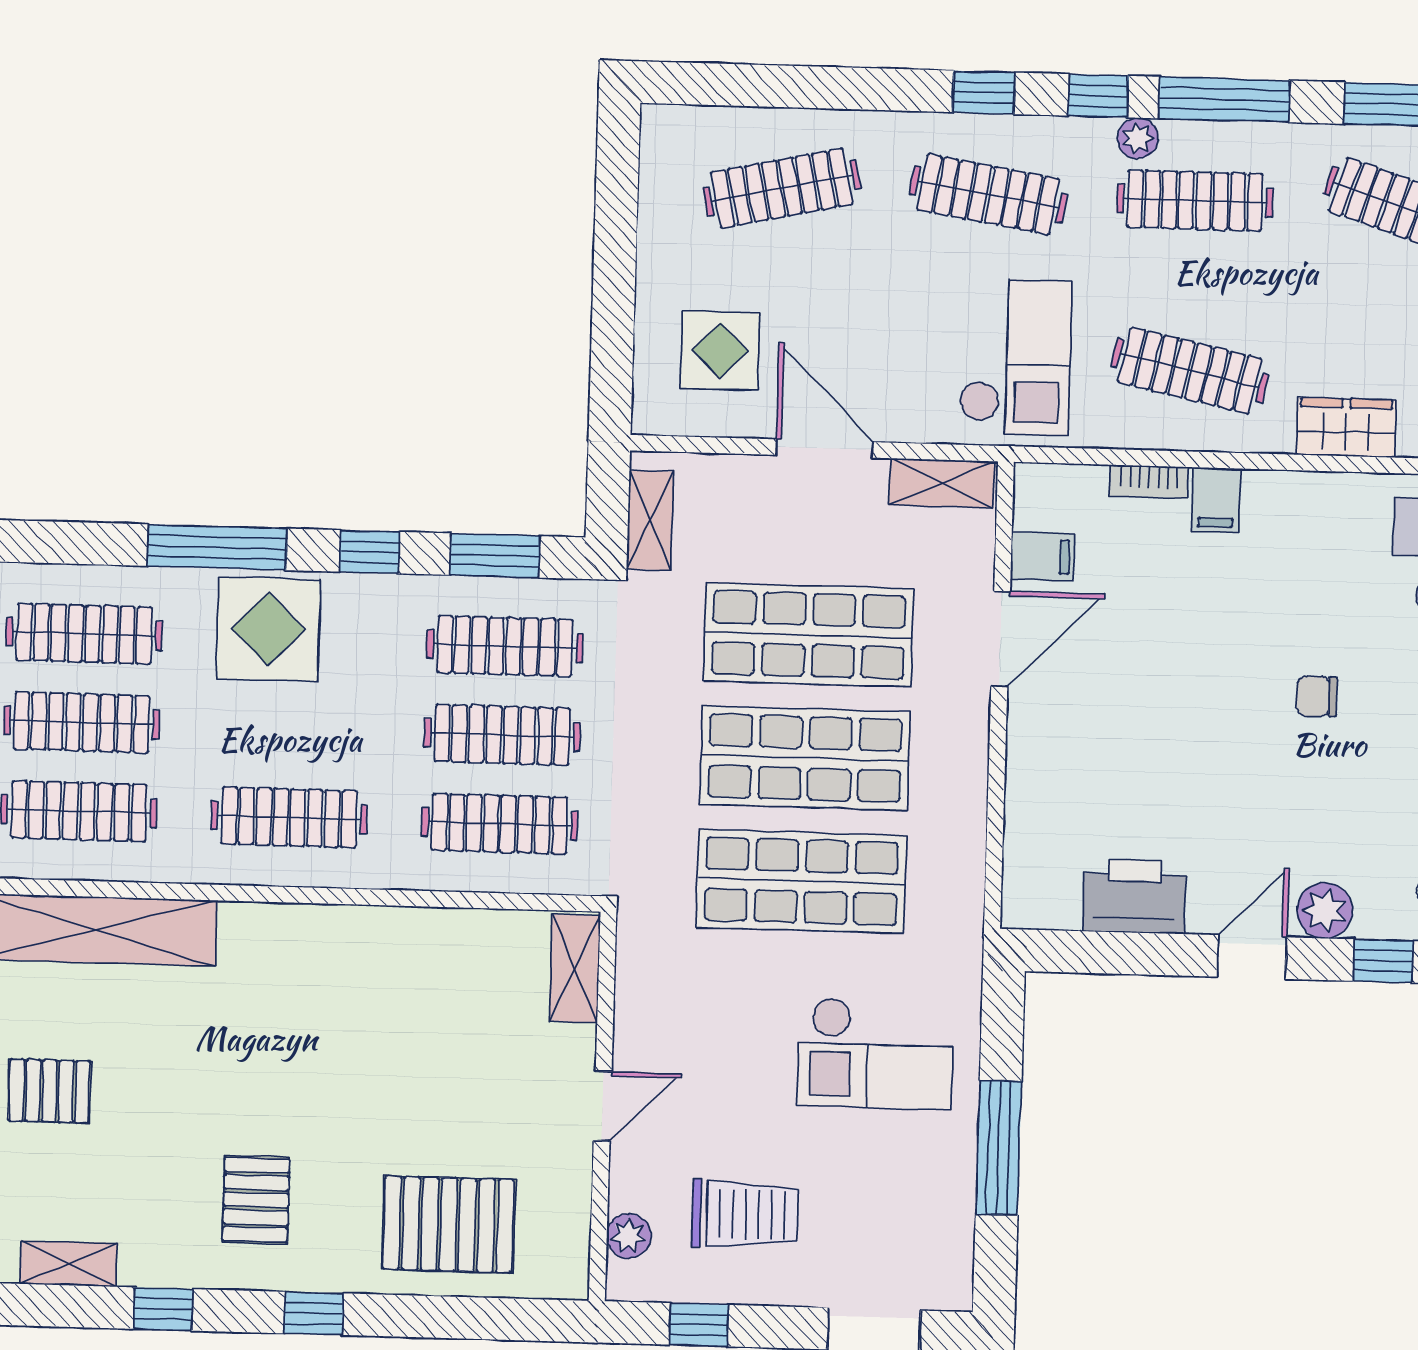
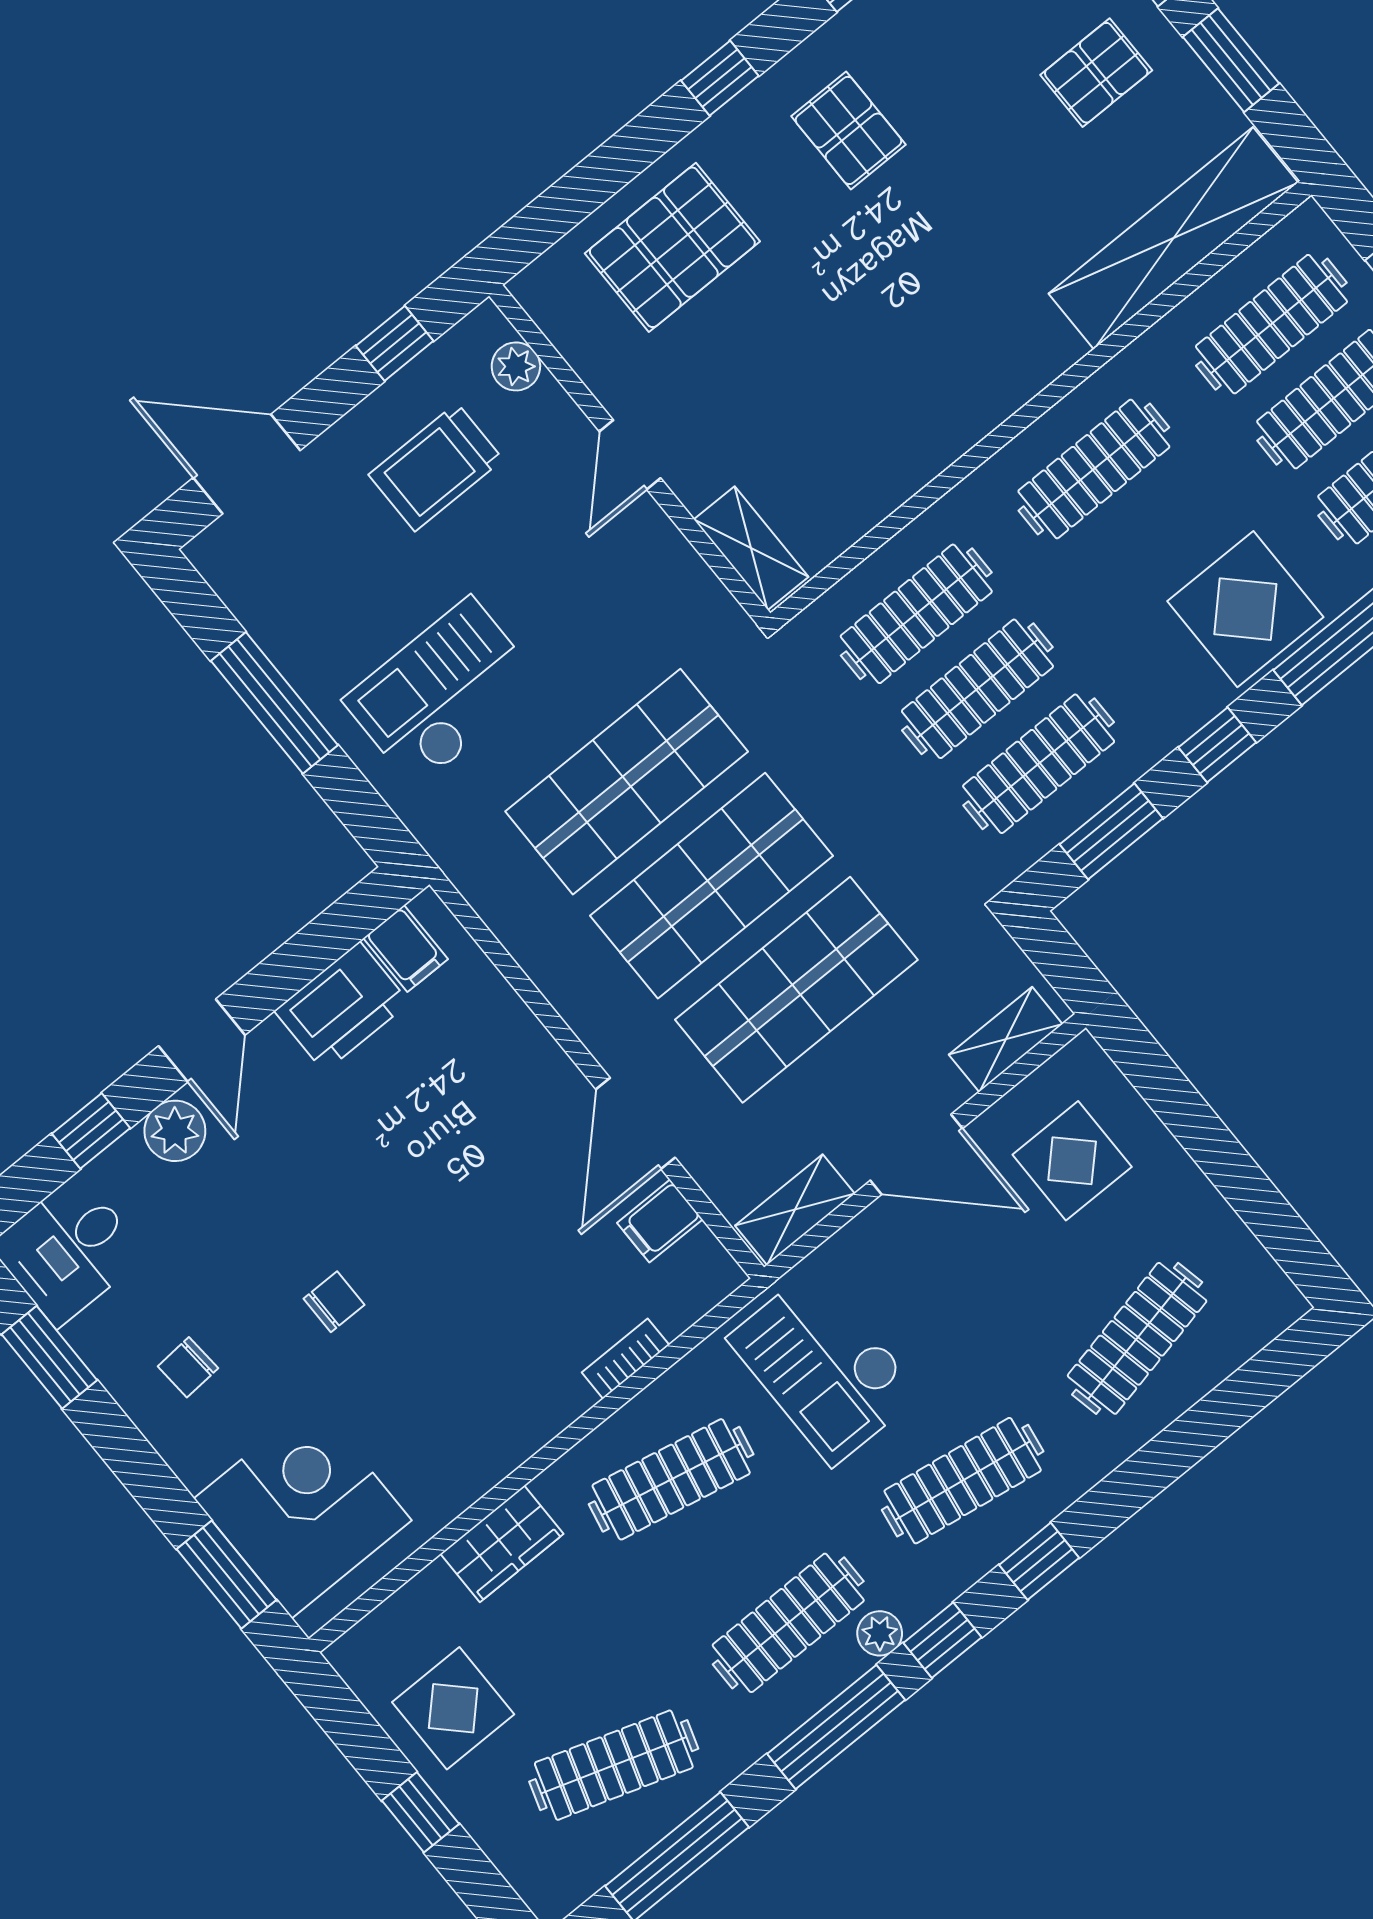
filing cabinet: (1216, 500) -> (406, 949), moved, turned 180
shelving: (650, 520) -> (1006, 1039), moved, turned 90

